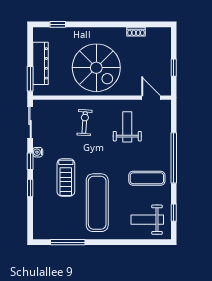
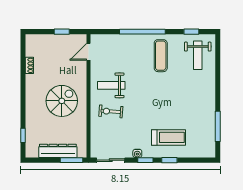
spiral stairs: (96, 68) -> (62, 101), width x0.73, depth x0.73
weight bench: (127, 127) -> (111, 85), moved
treadmill: (66, 178) -> (168, 137), moved
exercise mat: (97, 203) -> (183, 100), removed

